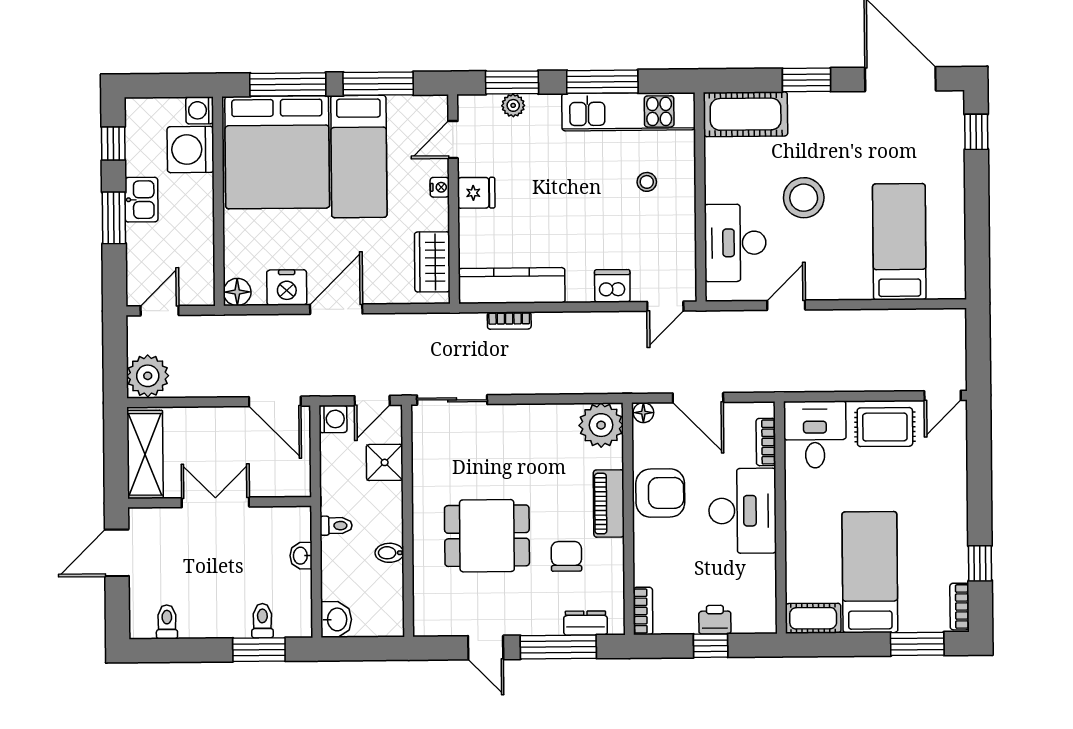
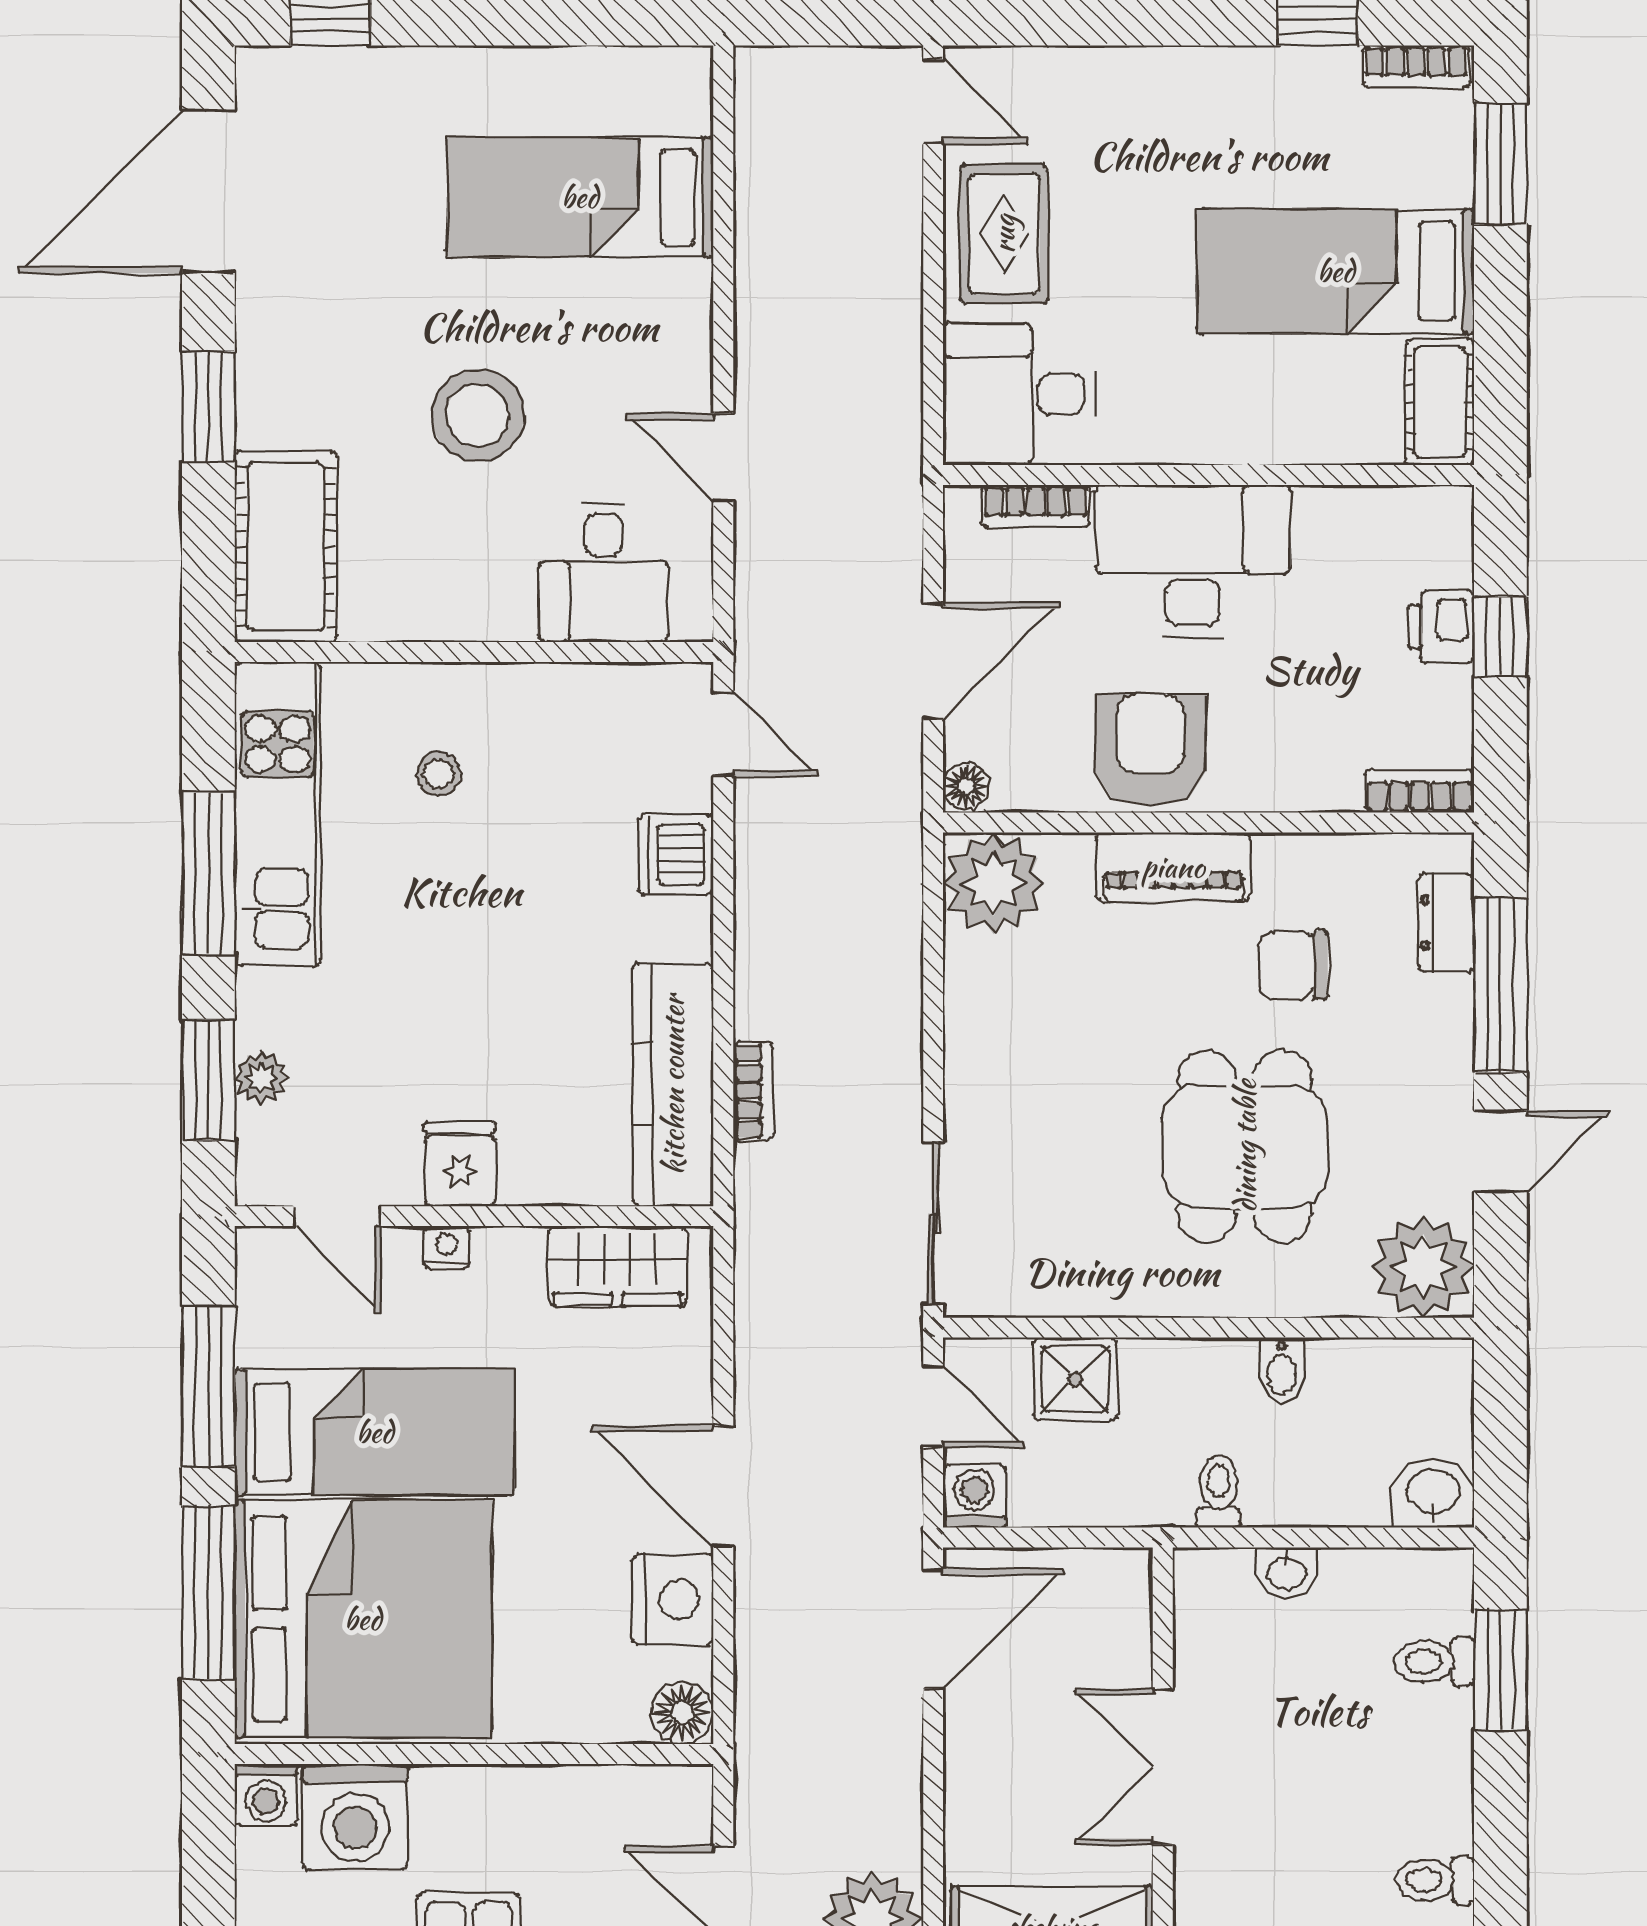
desk: (735, 243) -> (604, 573), width x0.73
plant: (435, 614) -> (1423, 1267), added

